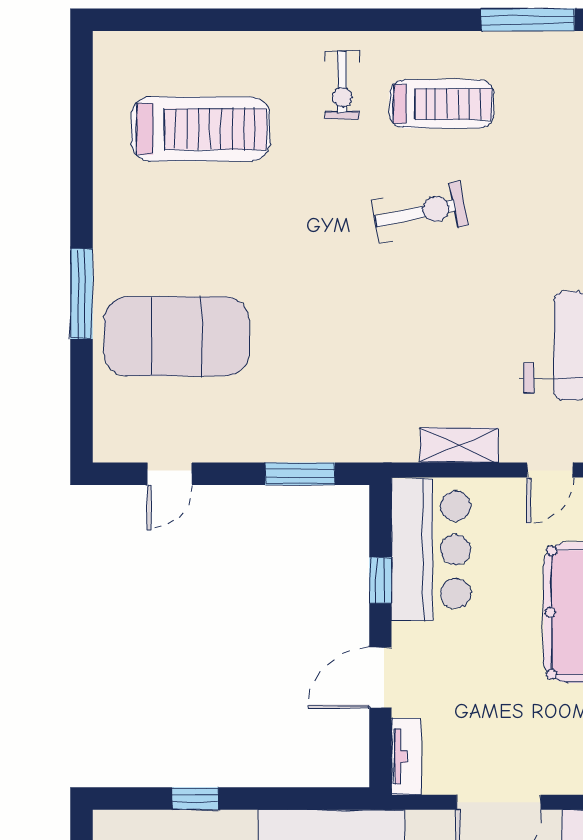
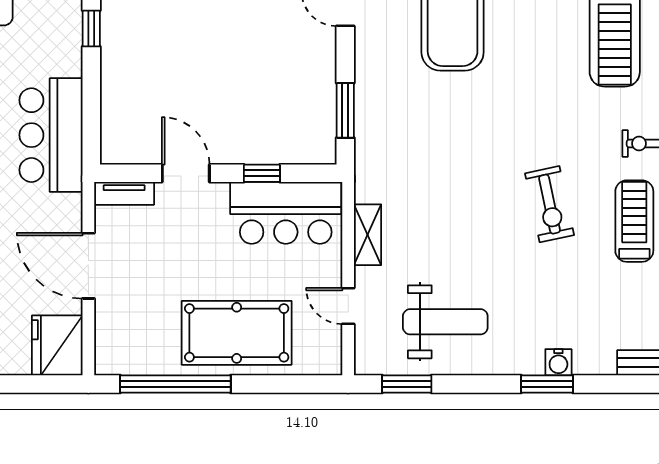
treadmill: (442, 104) -> (634, 221), turned 180

